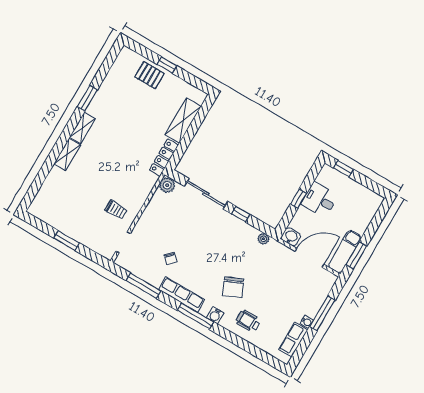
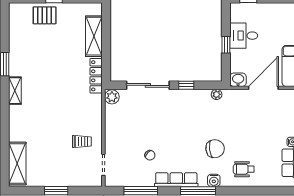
shelving: (67, 154) -> (17, 164), moved, width x1.50, depth x1.33
chair: (233, 287) -> (215, 149), turned -73

